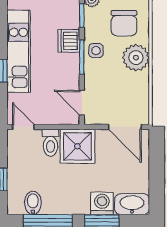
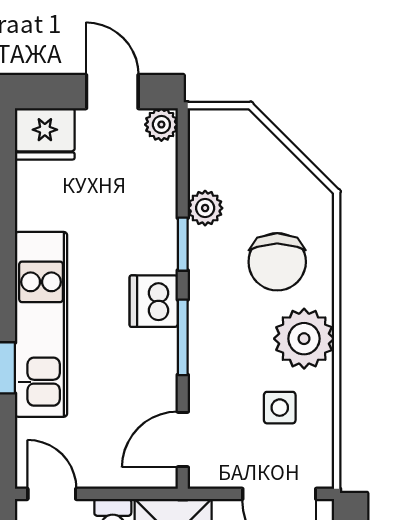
side table: (96, 51) -> (280, 408), moved
door: (82, 103) -> (183, 439), hinge flipped

